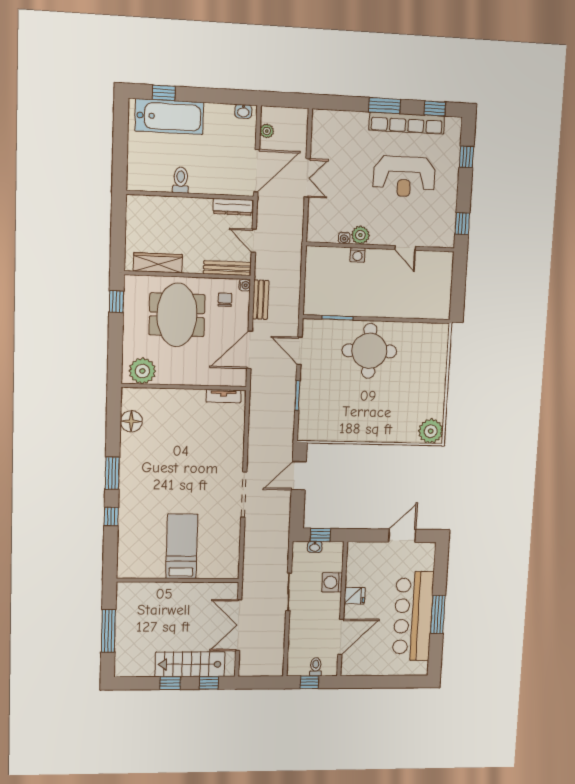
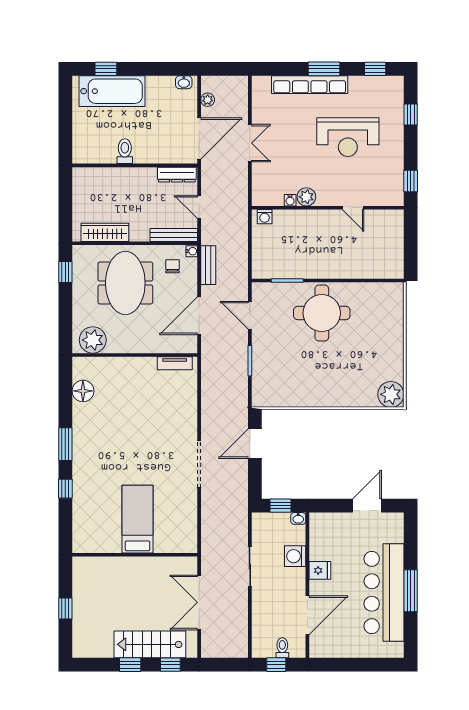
row of seats: (407, 123) -> (310, 85), moved
washing machine: (358, 255) -> (265, 217), moved
washbasin: (315, 547) -> (298, 518), moved
window: (108, 631) -> (65, 608), width x0.46

